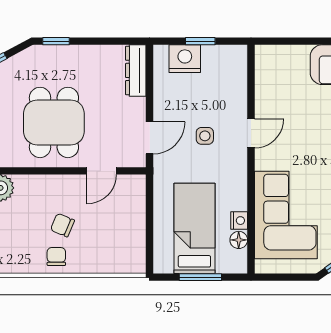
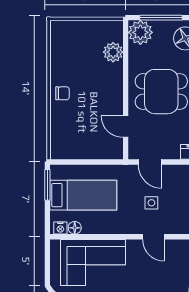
nightstand: (239, 221) -> (60, 228), moved
chair: (62, 225) -> (86, 98), removed
window: (200, 277) -> (47, 185), moved

